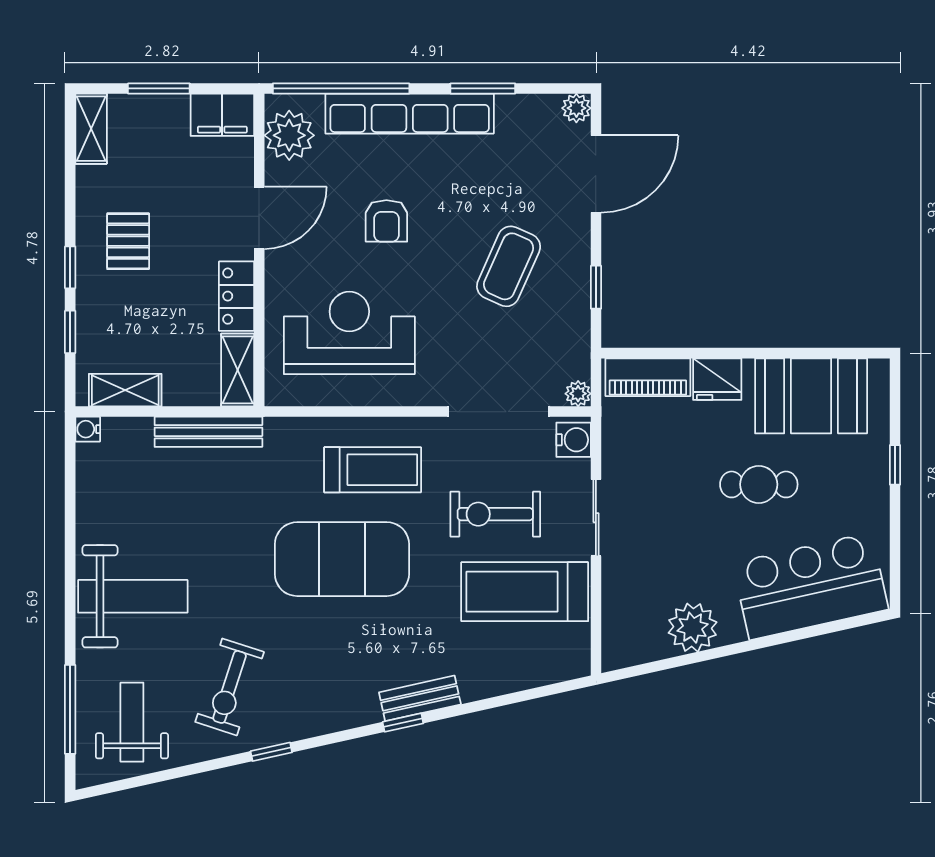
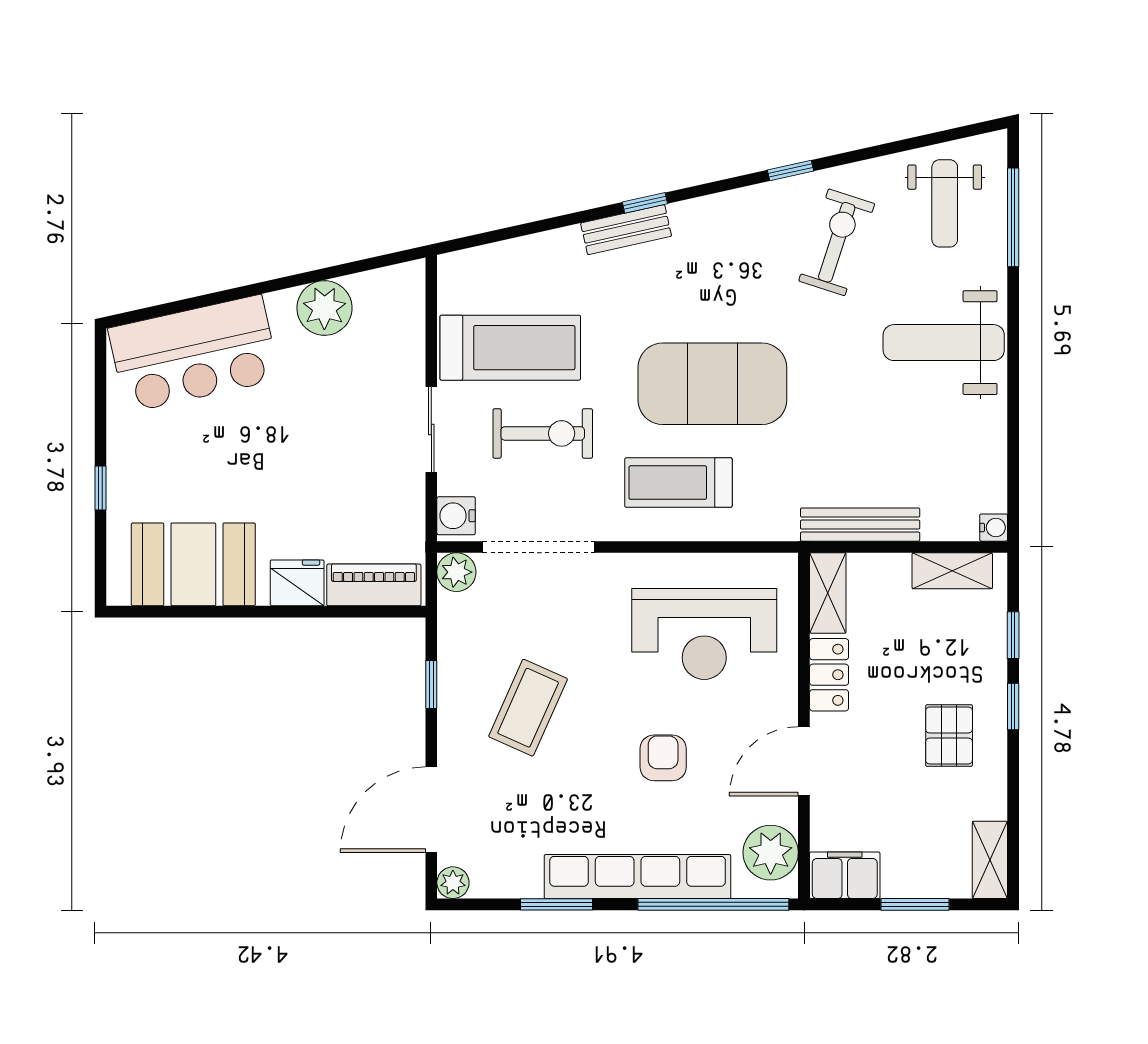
plant: (578, 394) -> (456, 572), width x1.38, depth x1.38
cafe table: (759, 484) -> (251, 466), removed

